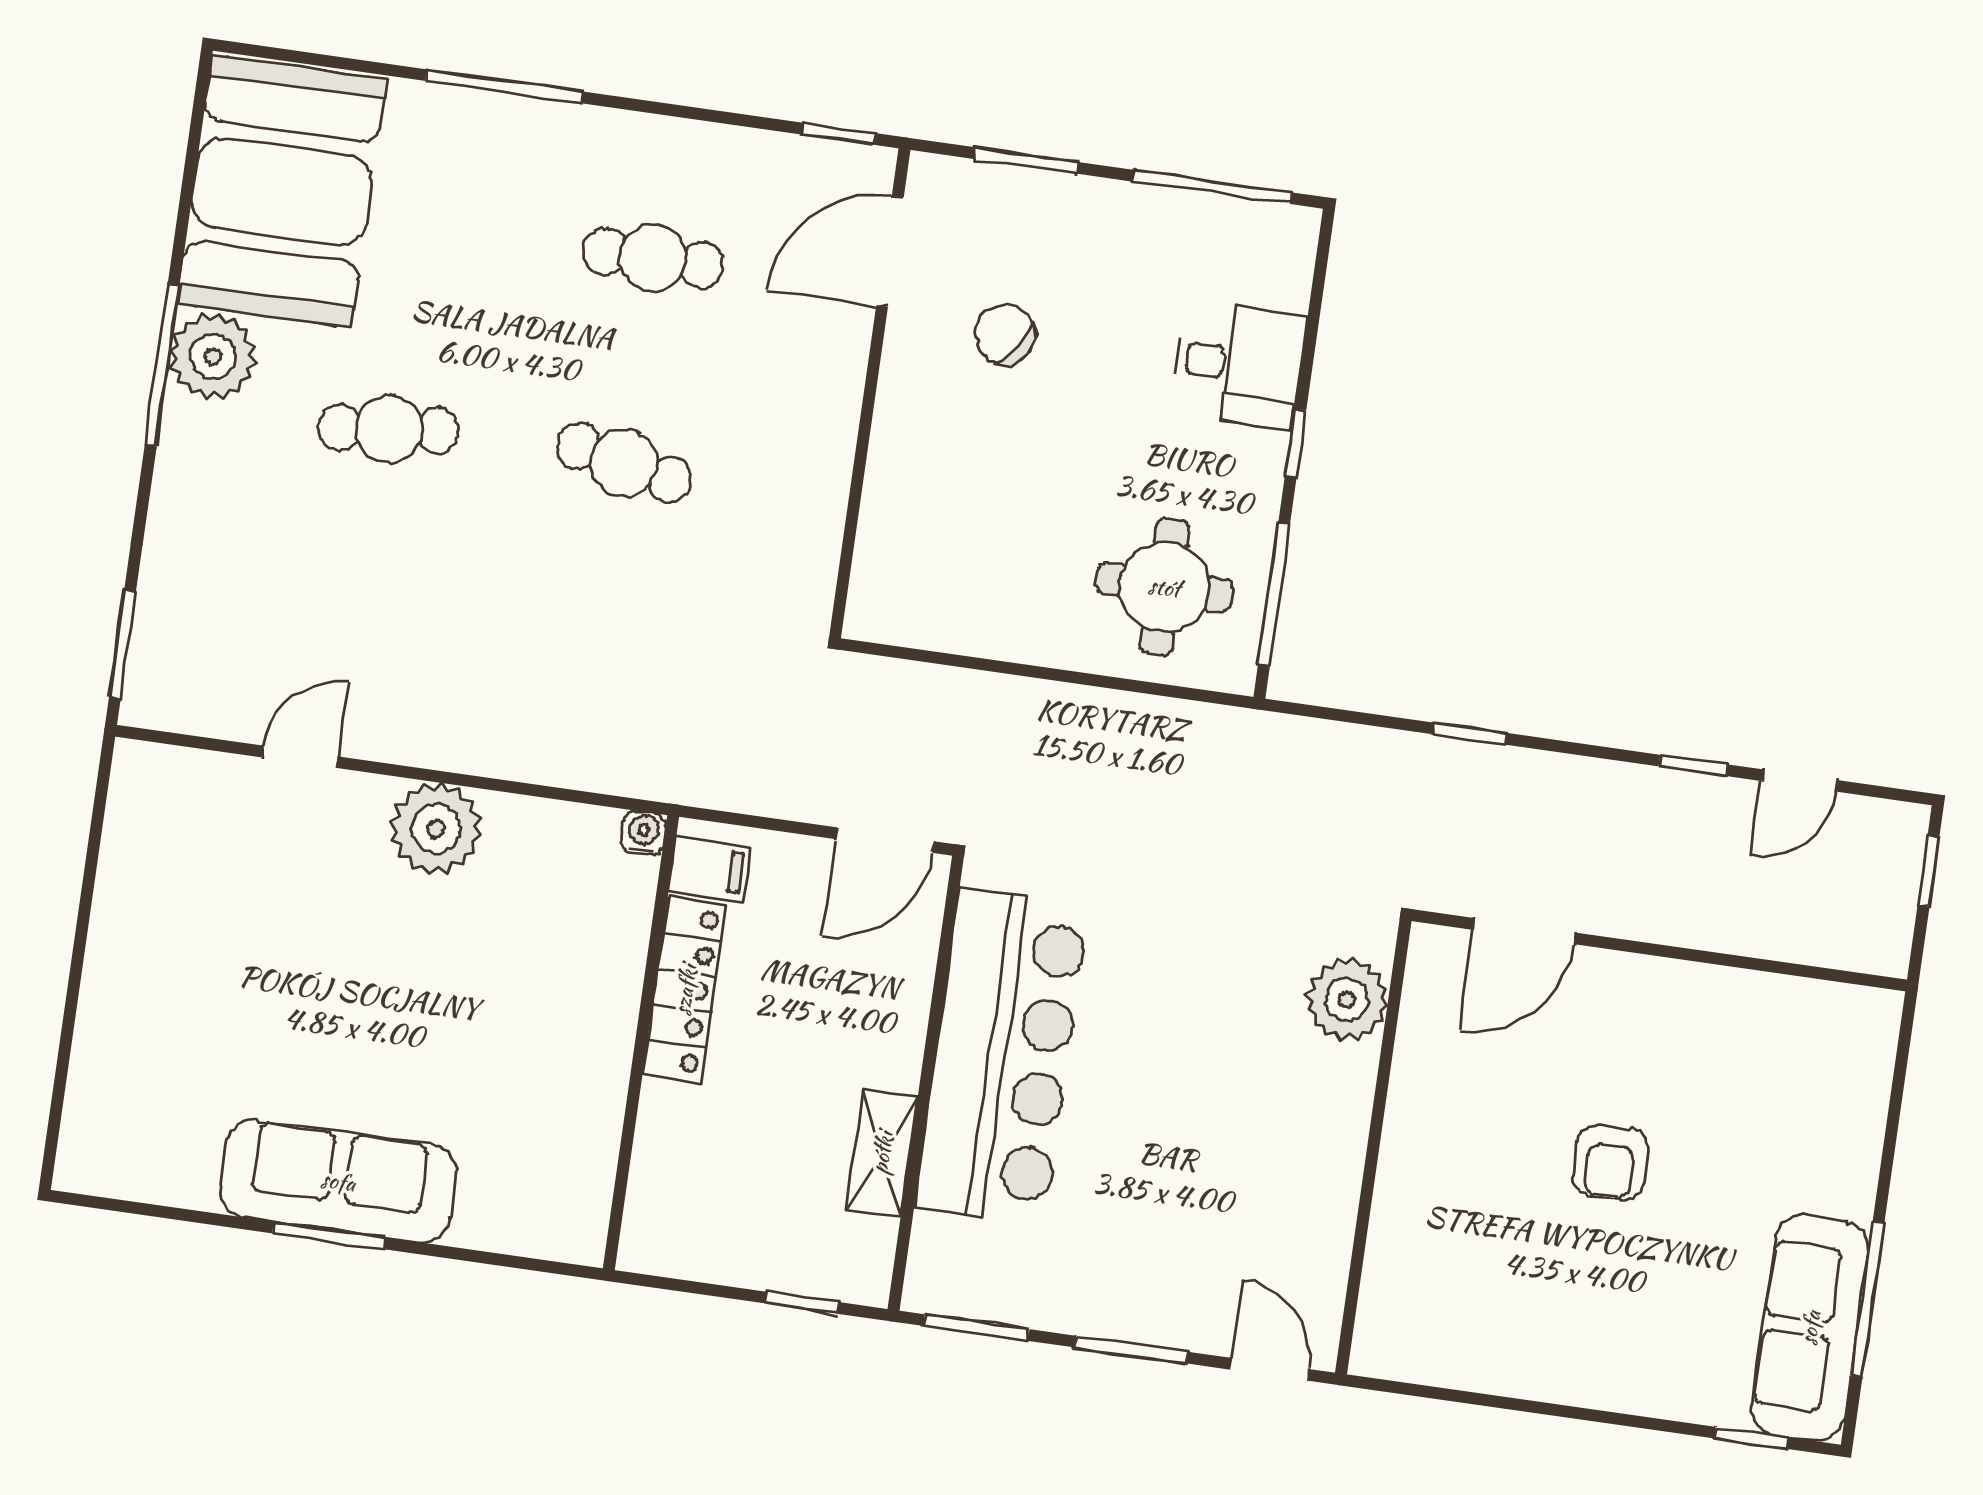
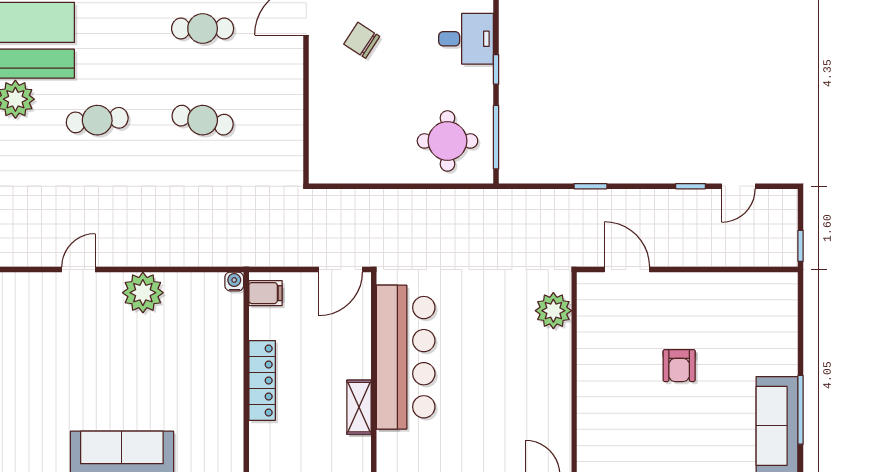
window: (1928, 871) -> (801, 246), moved
door: (1524, 931) -> (627, 270), swing flipped
locker: (685, 990) -> (262, 381), moved

